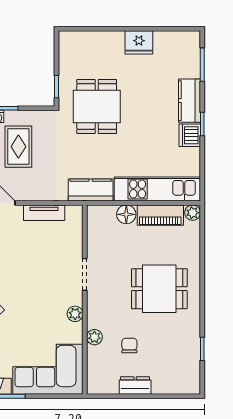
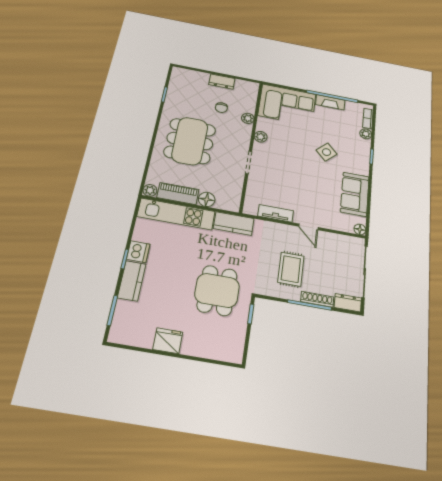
dining table: (159, 289) -> (190, 141), width x1.38

